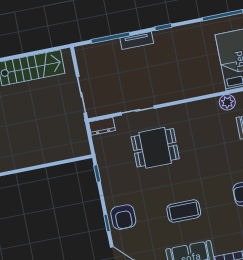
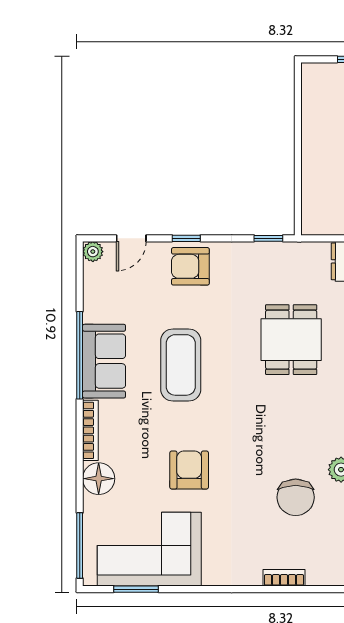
coffee table: (184, 211) -> (181, 365), width x1.36, depth x1.32

